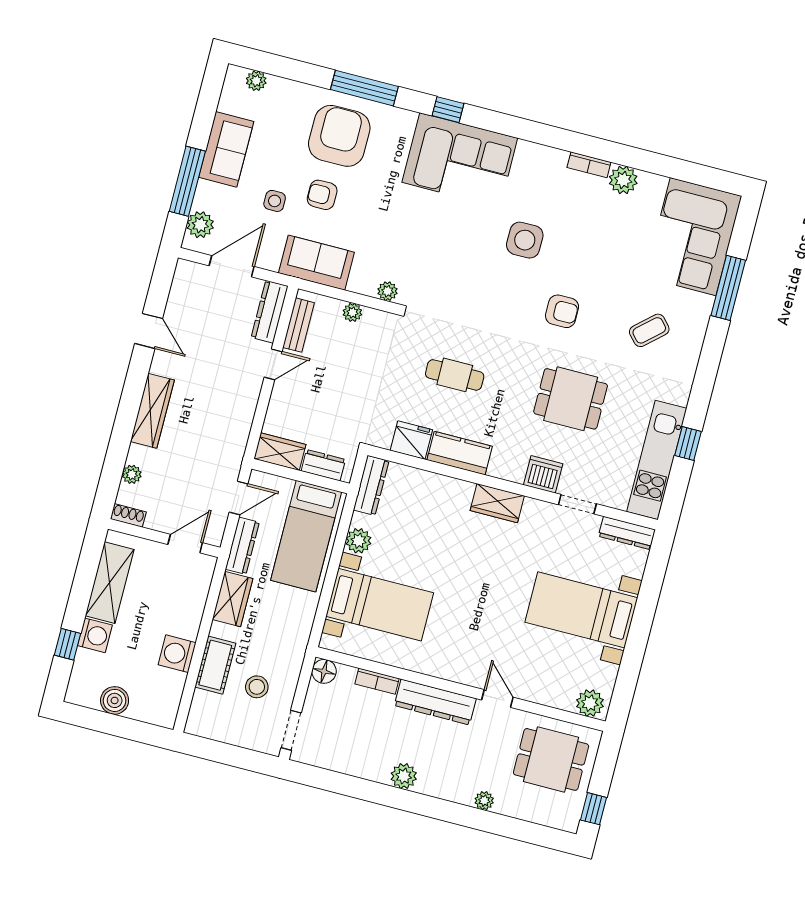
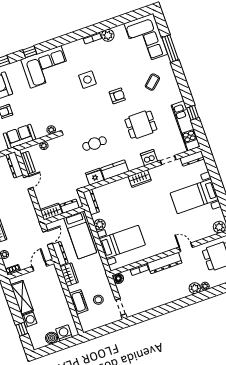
washing machine: (177, 654) -> (64, 333), moved, turned 90
plant: (404, 776) -> (195, 288), moved

